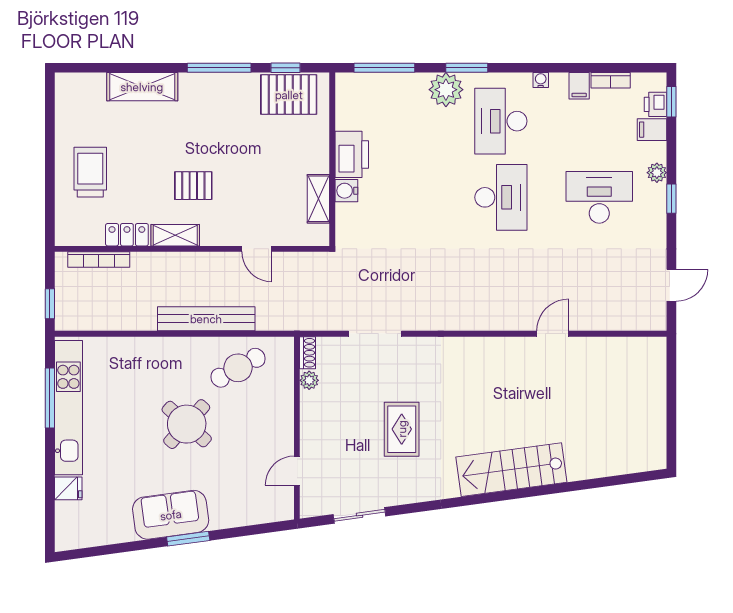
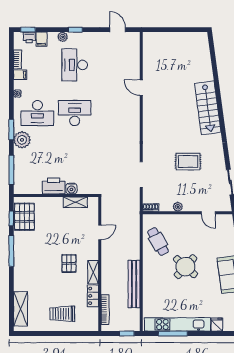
shelving: (142, 87) -> (21, 309), moved
bench: (206, 319) -> (134, 284), moved
plant: (309, 380) -> (178, 207), moved

